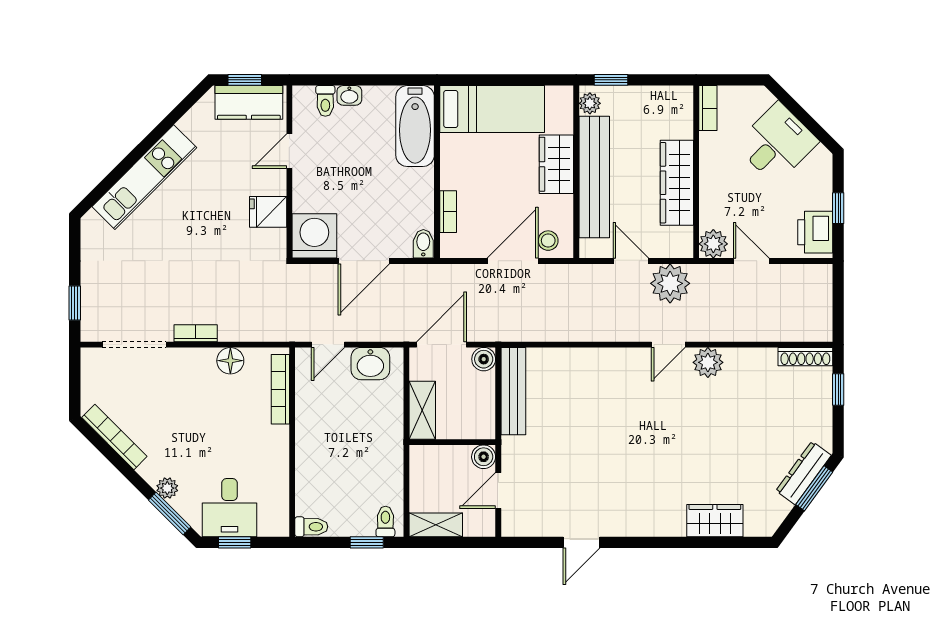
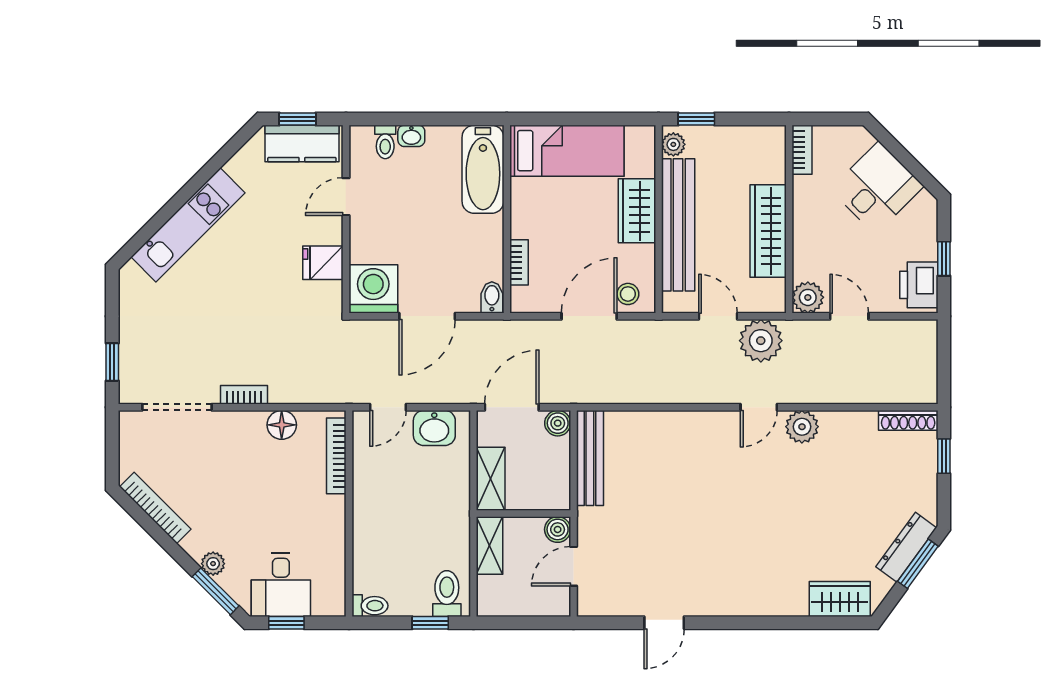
wardrobe: (715, 521) -> (840, 599), moved
toilet: (385, 522) -> (447, 594), width x1.37, depth x1.39
shelving: (436, 525) -> (489, 545), moved, turned 90

